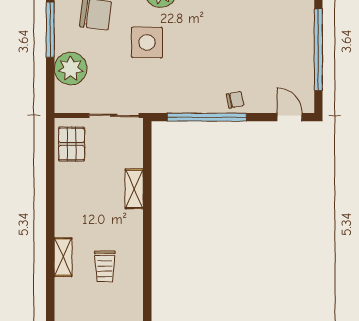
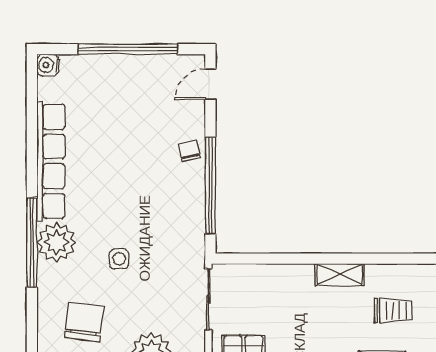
side table: (147, 42) -> (119, 259), width x0.54, depth x0.54
shelving: (134, 189) -> (340, 275), moved

